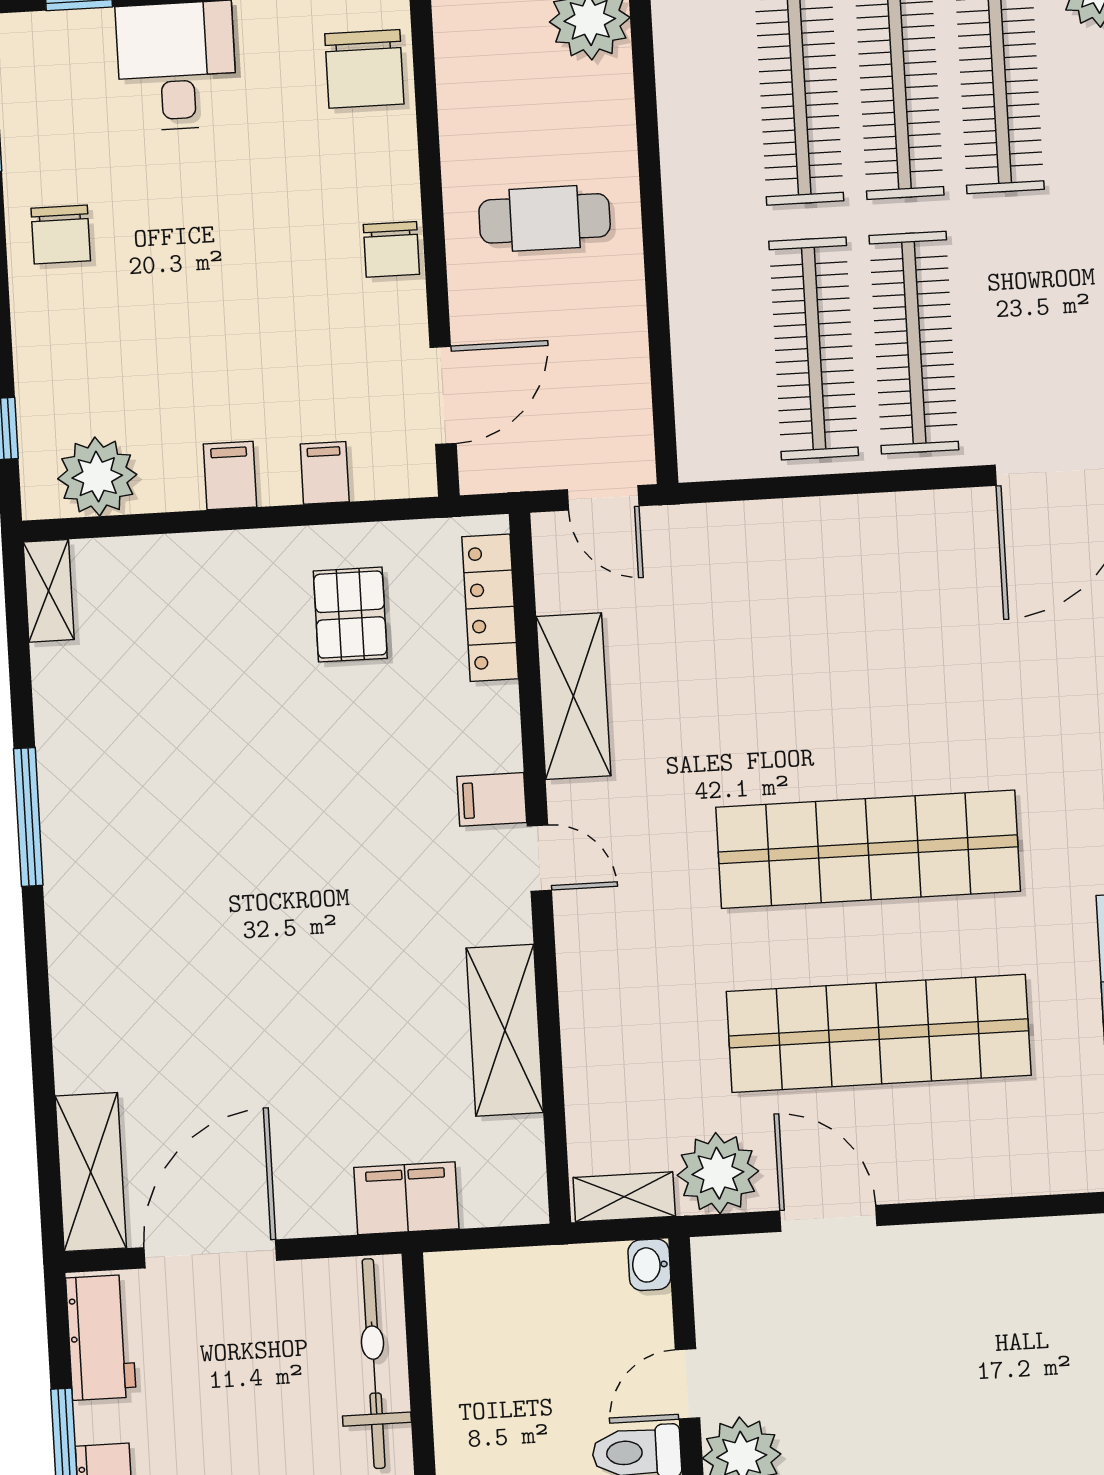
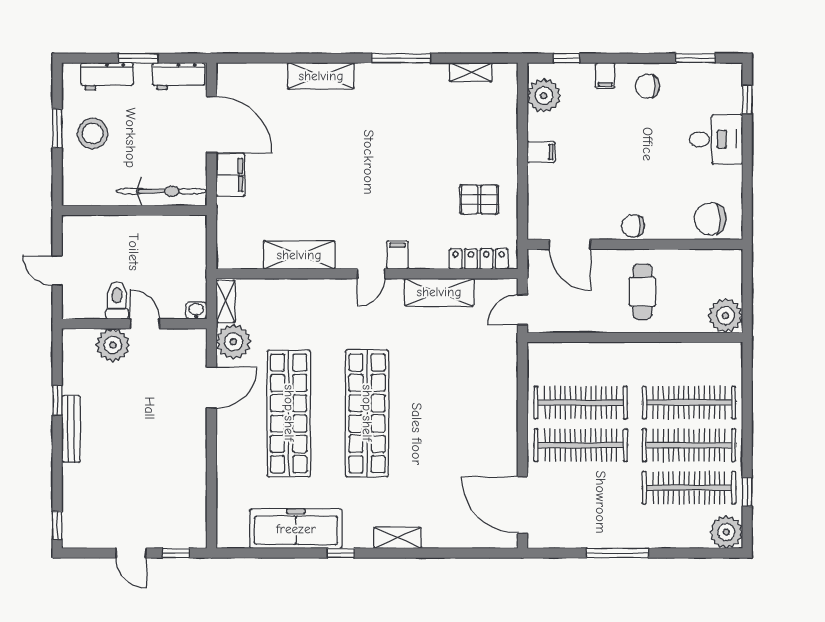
filing cabinet: (325, 473) -> (605, 76), moved, turned 90
shelving: (49, 591) -> (471, 72), moved
shelving: (91, 1172) -> (321, 76), moved
filing cabinet: (406, 1198) -> (230, 175), moved

